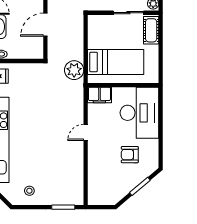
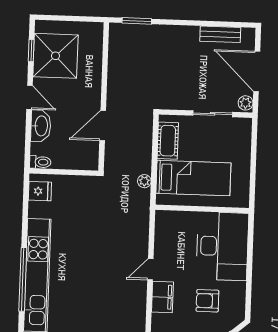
cot: (151, 30) -> (168, 141), moved
plant: (74, 70) -> (144, 181), width x0.53, depth x0.53
filing cabinet: (99, 95) -> (162, 297), moved, turned -90

